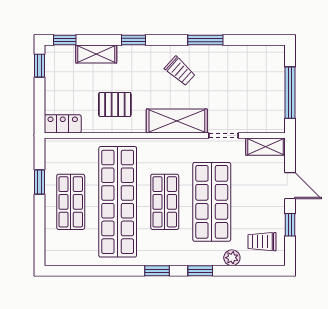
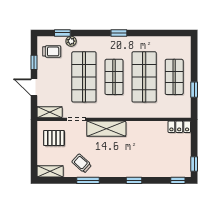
shelving: (96, 54) -> (50, 171), moved
trolley: (180, 71) -> (82, 163), moved
window: (290, 93) -> (34, 147), removed
pallet: (115, 104) -> (54, 138), moved
shop shelf: (118, 202) -> (144, 77), width x0.71
window: (200, 271) -> (62, 33), moved

